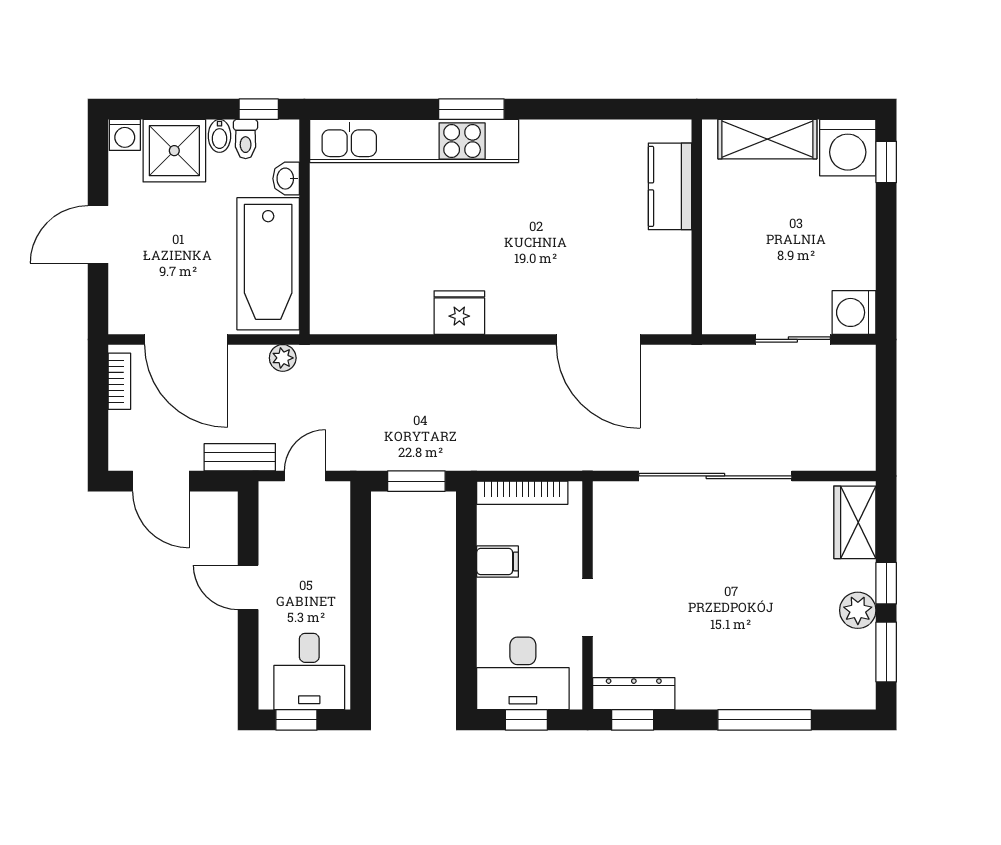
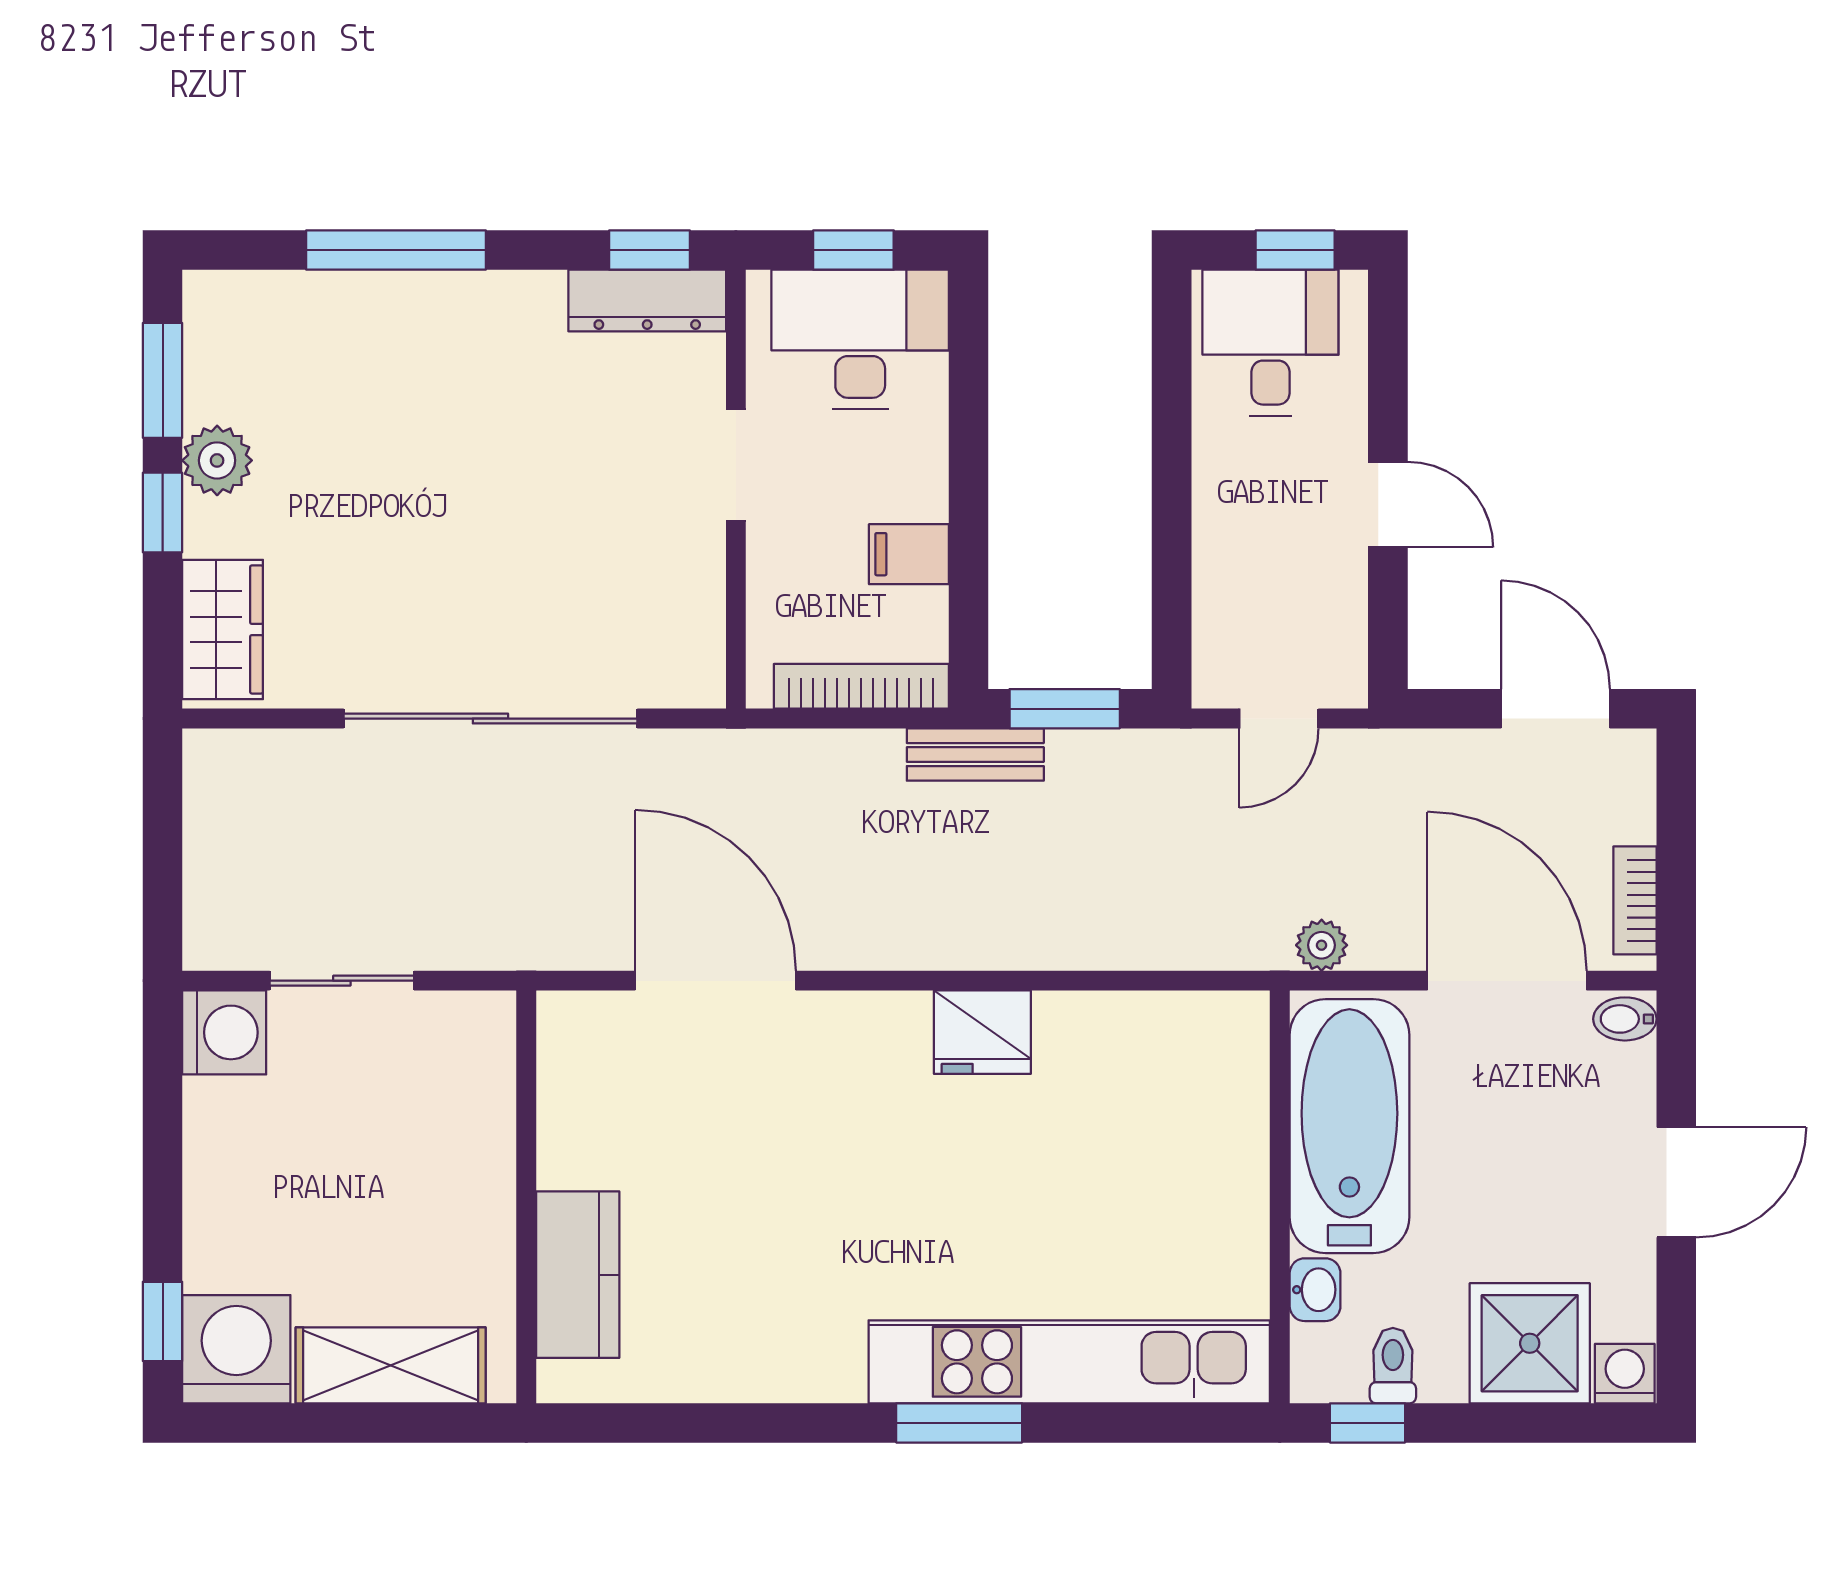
bidet: (219, 136) -> (1625, 1019), moved, turned -90
bench: (240, 457) -> (975, 755), moved

